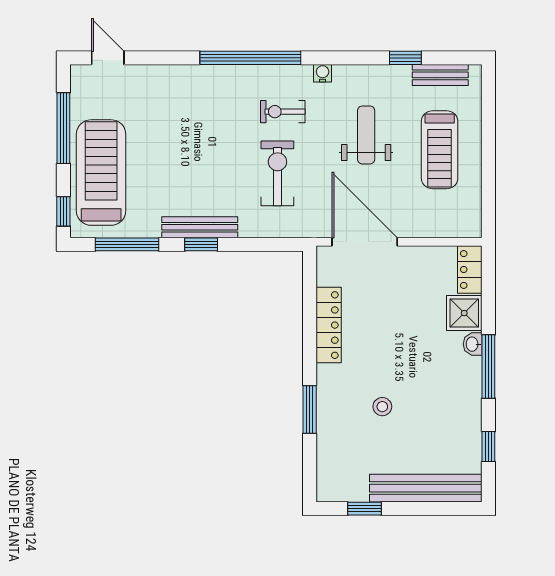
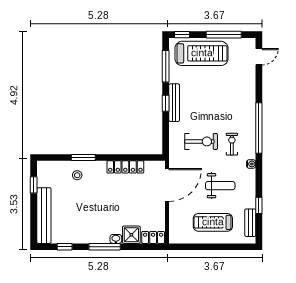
stool: (382, 407) -> (77, 175), moved

